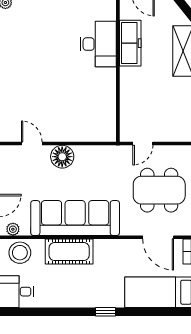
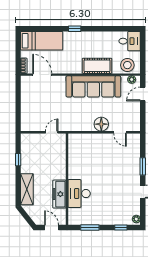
dining table: (159, 190) -> (42, 104), removed

